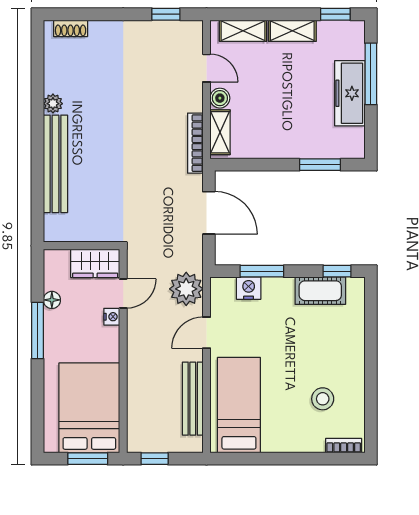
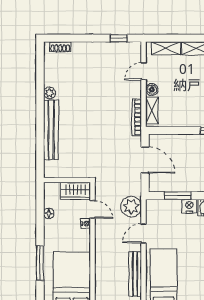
door: (206, 68) -> (144, 71), swing flipped
nightstand: (249, 288) -> (189, 206), moved
door: (123, 293) -> (92, 209), hinge flipped
window: (38, 330) -> (40, 263), moved

